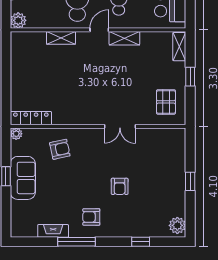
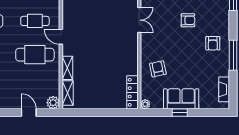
shelving: (124, 38) -> (68, 93), moved
fireplace: (53, 231) -> (224, 89), moved

